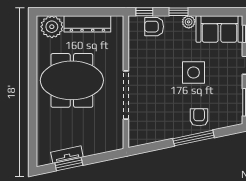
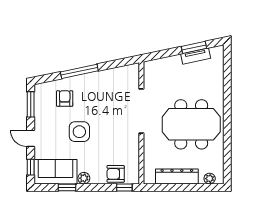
window: (178, 12) -> (67, 187), moved
plant: (52, 27) -> (210, 179), width x0.53, depth x0.53
armchair: (154, 27) -> (116, 174), turned 180
armchair: (199, 117) -> (65, 98), moved, turned 180

